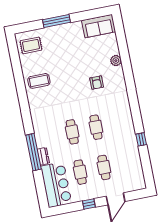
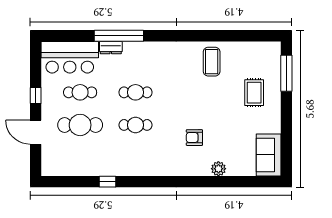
window: (56, 21) -> (286, 73), moved
rug: (31, 45) -> (254, 93), moved
cafe table: (104, 167) -> (80, 125), width x1.37, depth x1.35

